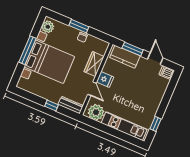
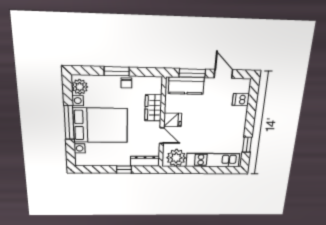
dishwasher: (167, 73) -> (241, 99), moved

